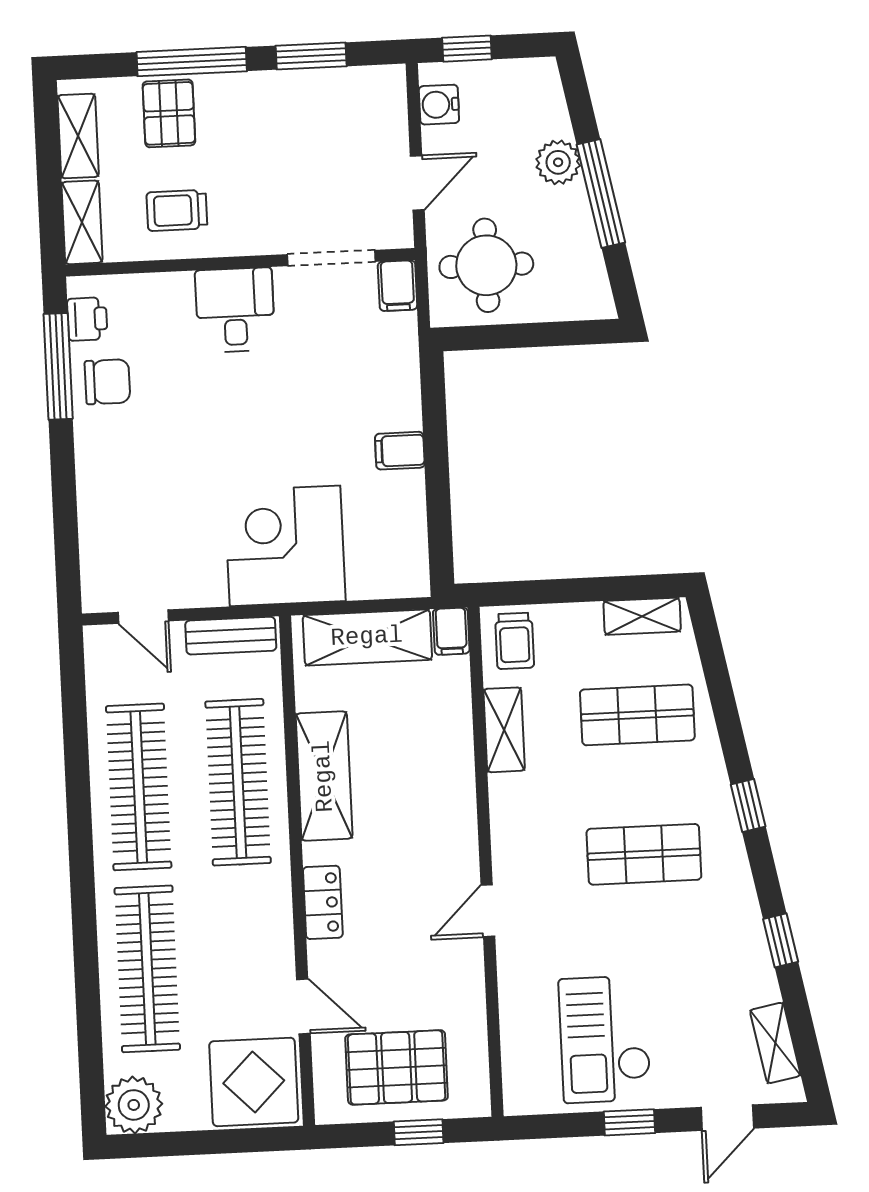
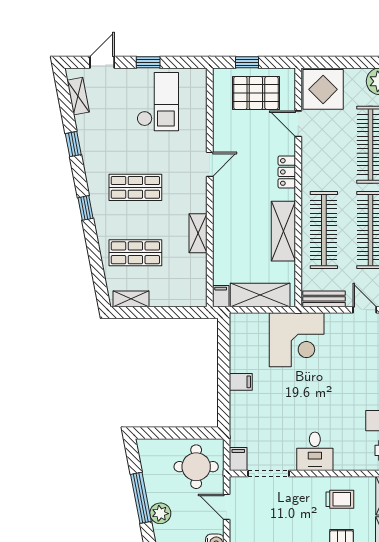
door: (417, 183) -> (227, 507), hinge flipped
trolley: (515, 641) -> (191, 290), removed
shelving: (504, 730) -> (198, 233), moved

